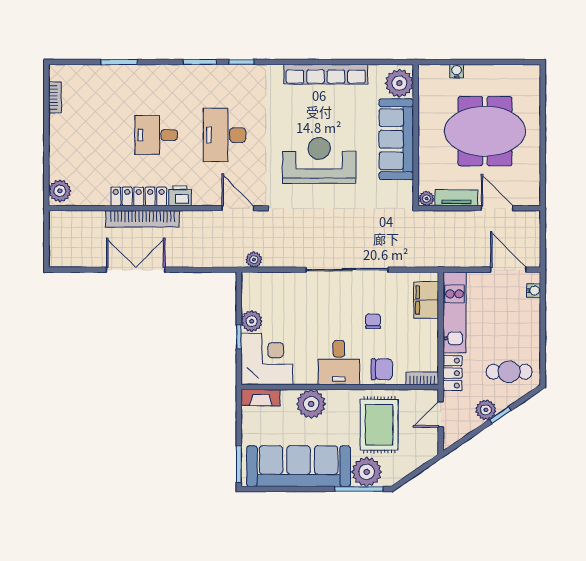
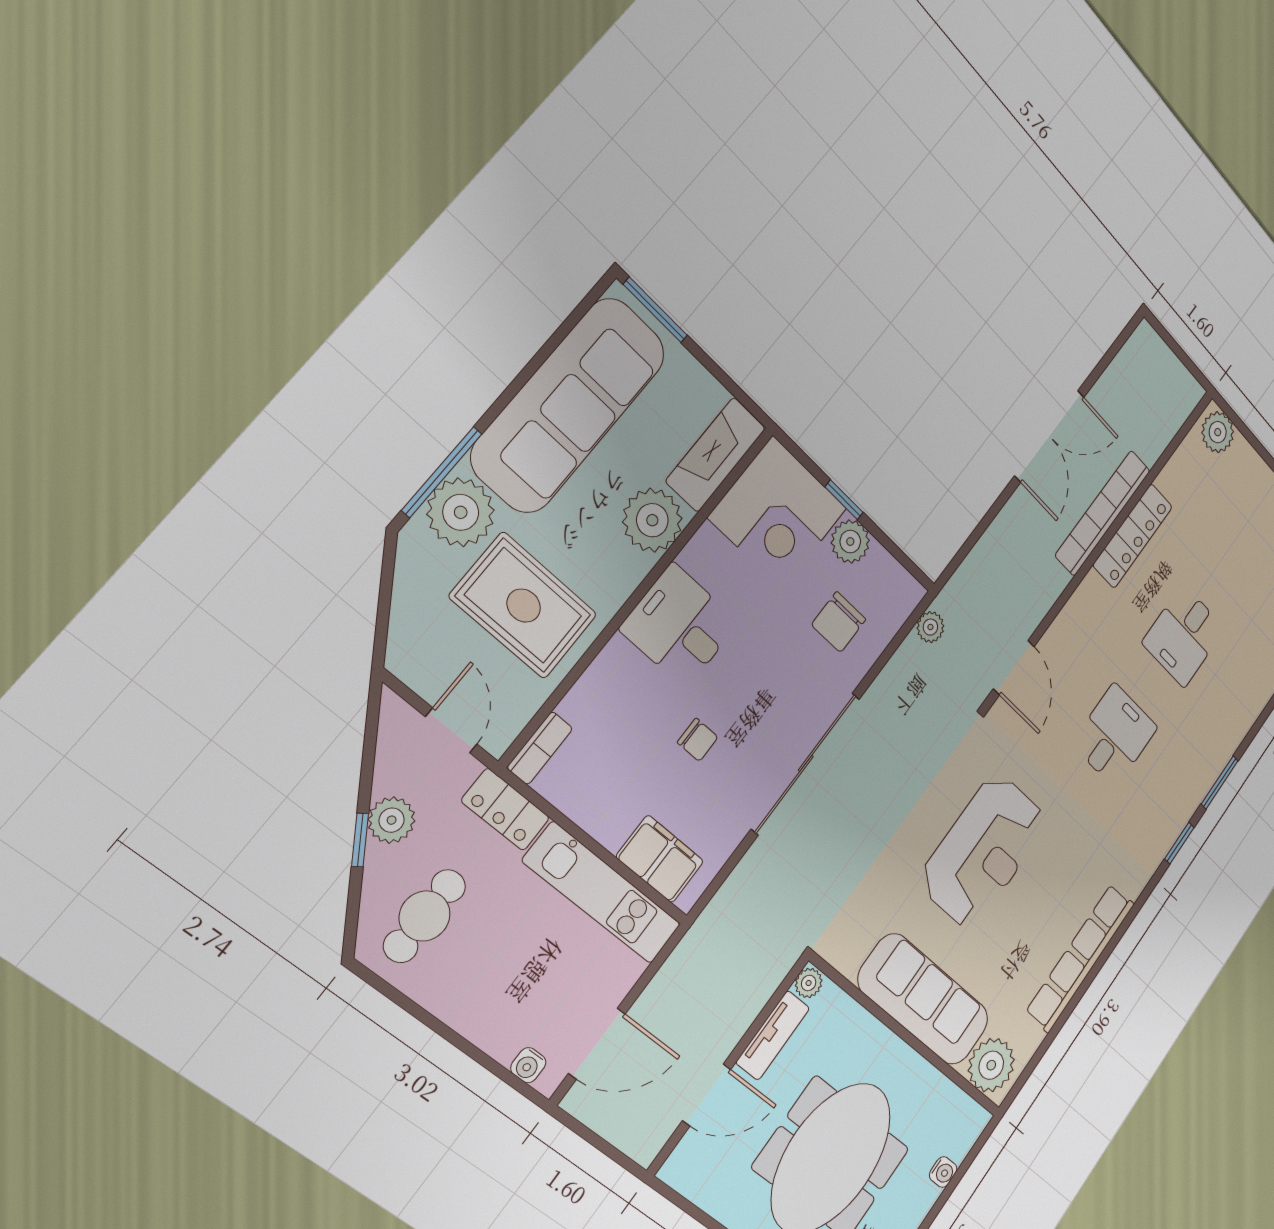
desk: (156, 135) -> (1184, 636), turned 180
desk: (225, 135) -> (1115, 736), width x0.73
printer: (180, 196) -> (1091, 597), removed
door: (238, 208) -> (1014, 668), hinge flipped
chair: (382, 369) -> (839, 622), moved
fireplace: (261, 398) -> (716, 455), width x1.37, depth x1.32

